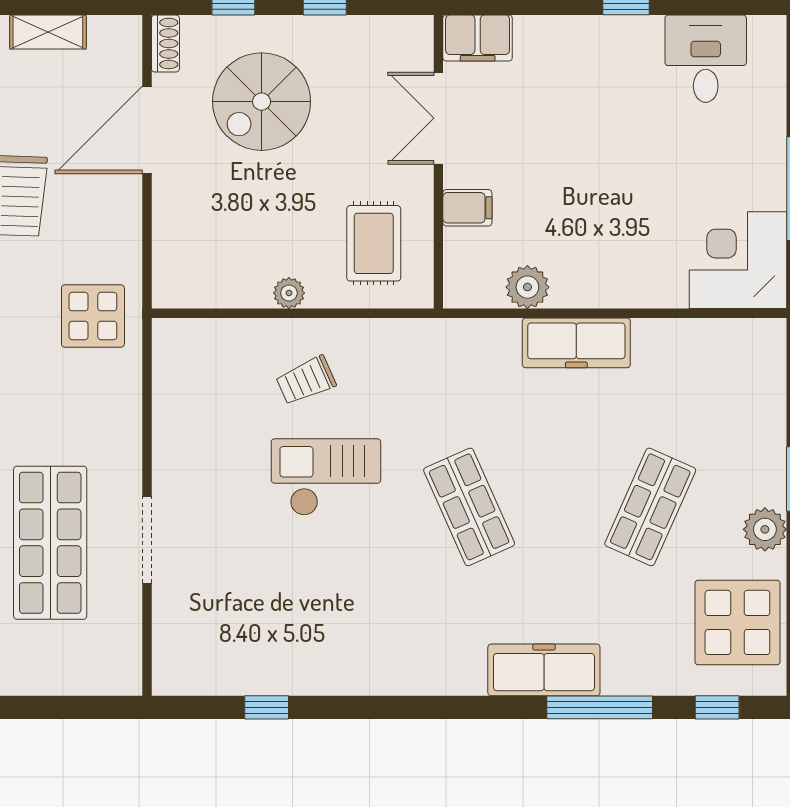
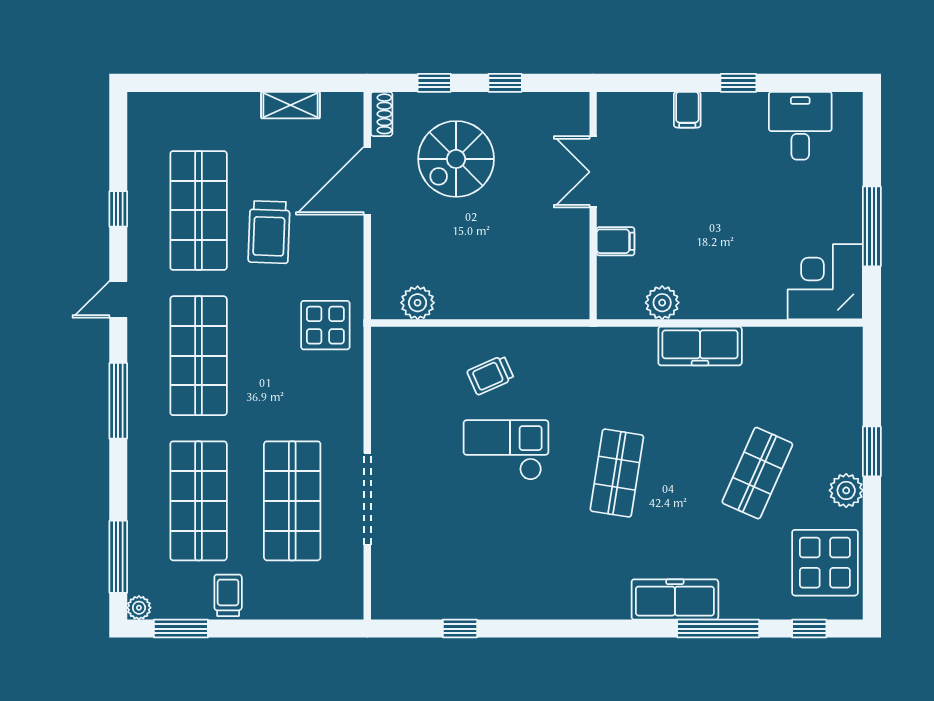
filing cabinet: (478, 38) -> (687, 110), moved, width x0.50
rug: (374, 243) -> (543, 269), removed
plant: (289, 293) -> (418, 303), moved, width x1.38, depth x1.38
shop shelf: (469, 507) -> (617, 473), turned 33
doorway: (147, 540) -> (367, 499), width x1.36

